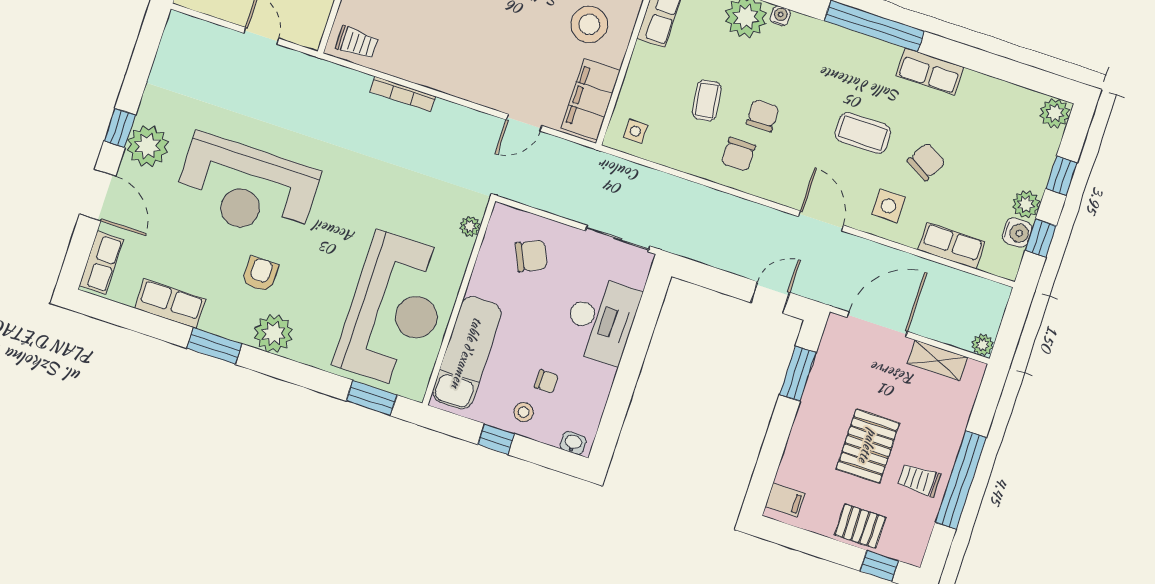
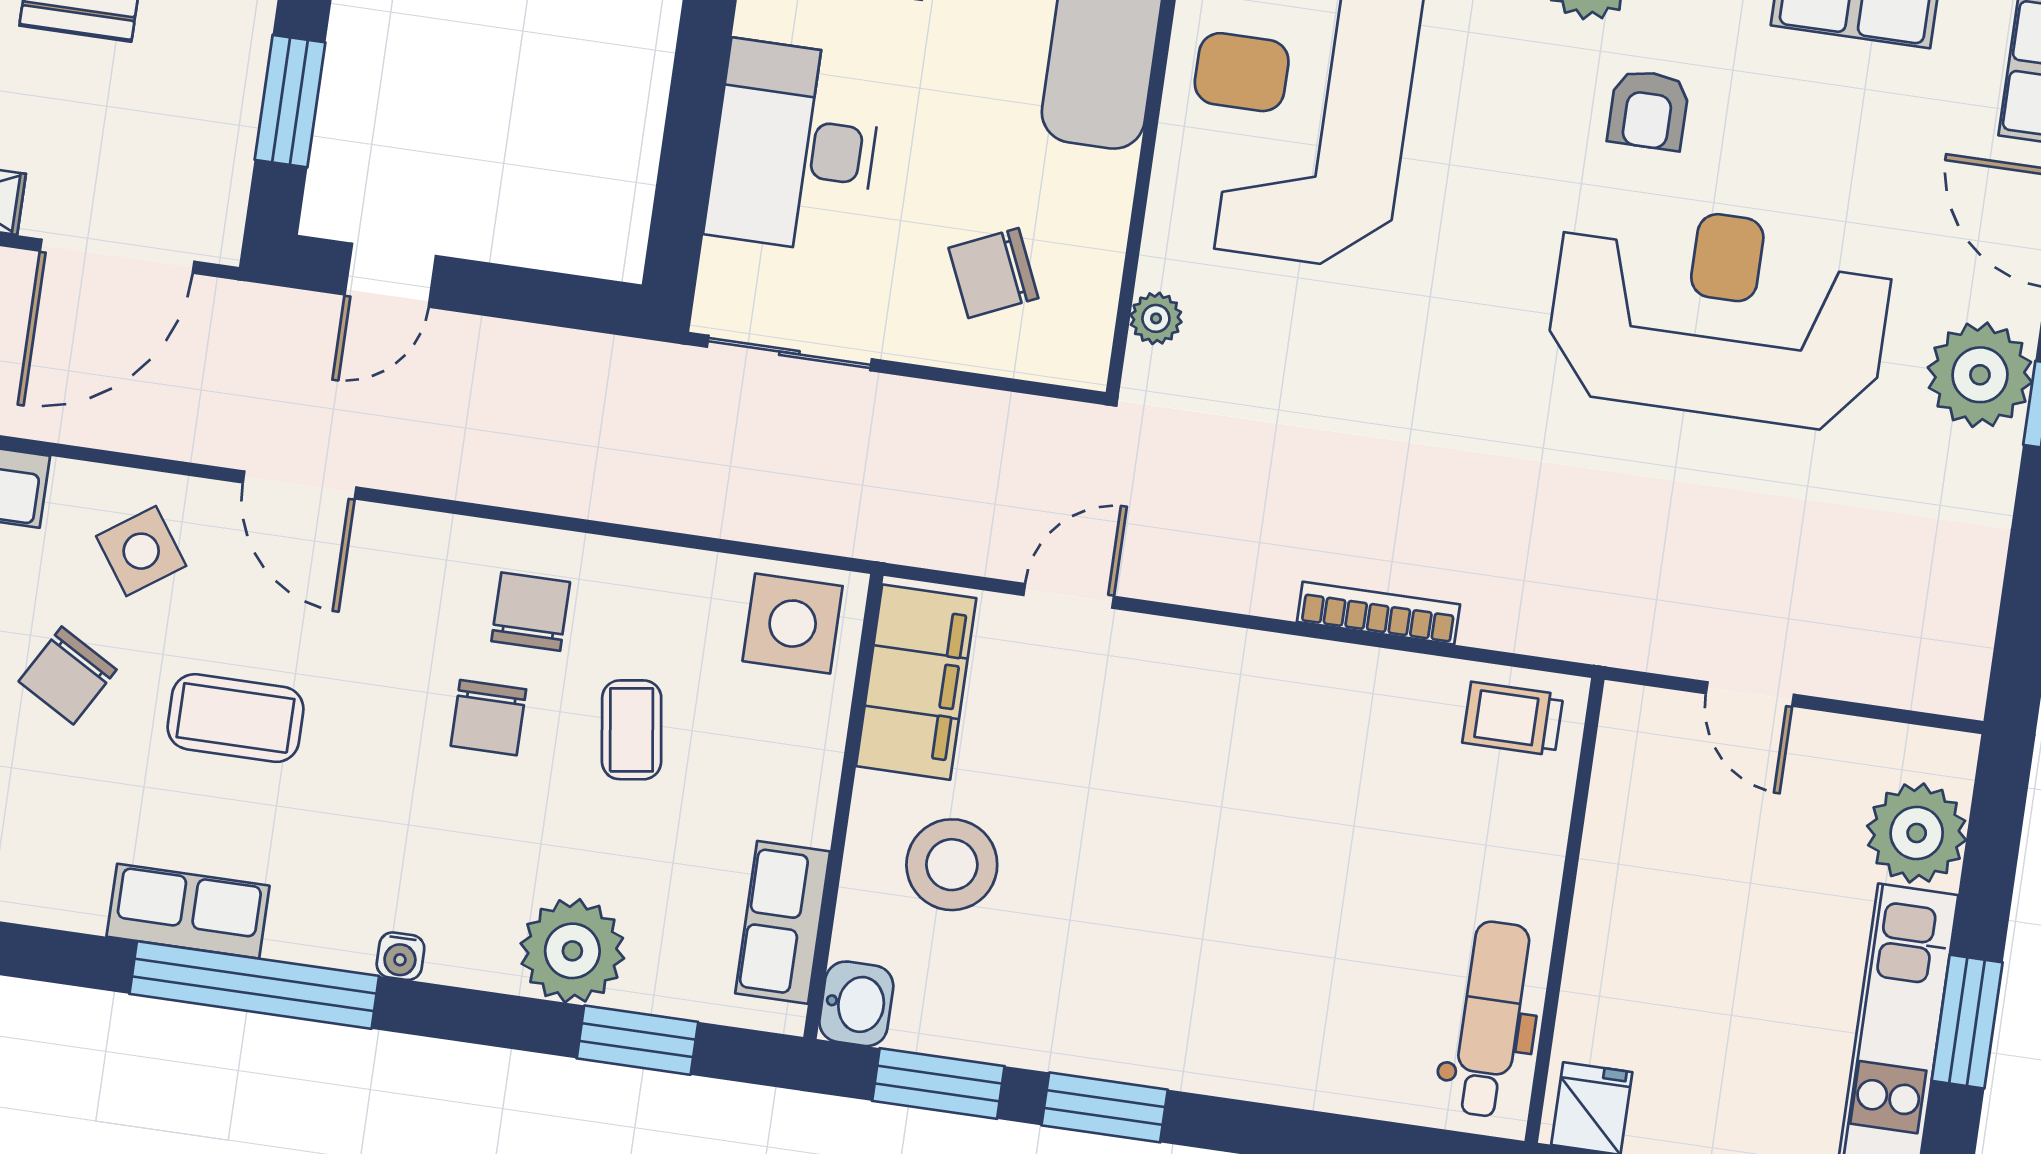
water cooler: (780, 16) -> (400, 956), moved
row of seats: (930, 71) -> (188, 911), moved
side table: (635, 131) -> (793, 624), width x1.87, depth x1.87
side table: (888, 206) -> (141, 551), turned -35

